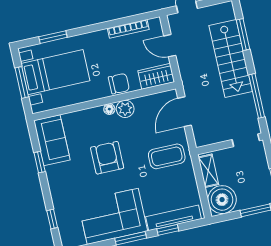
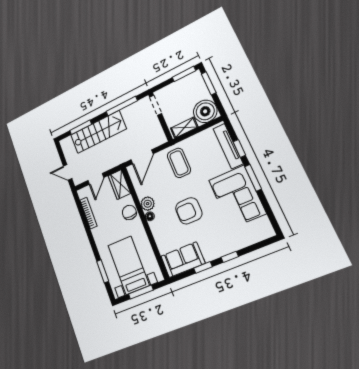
door: (185, 112) -> (142, 157), hinge flipped
window: (52, 219) -> (230, 257), moved

